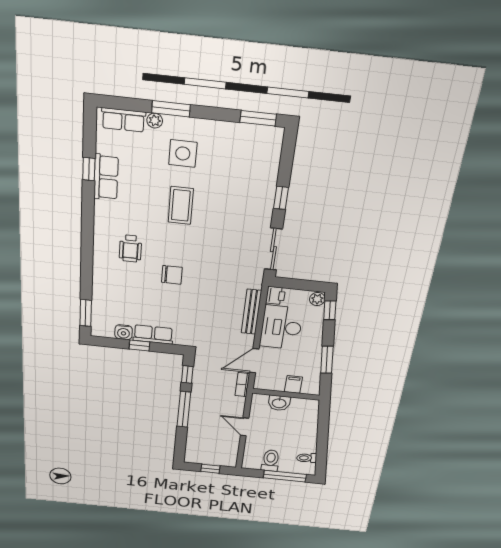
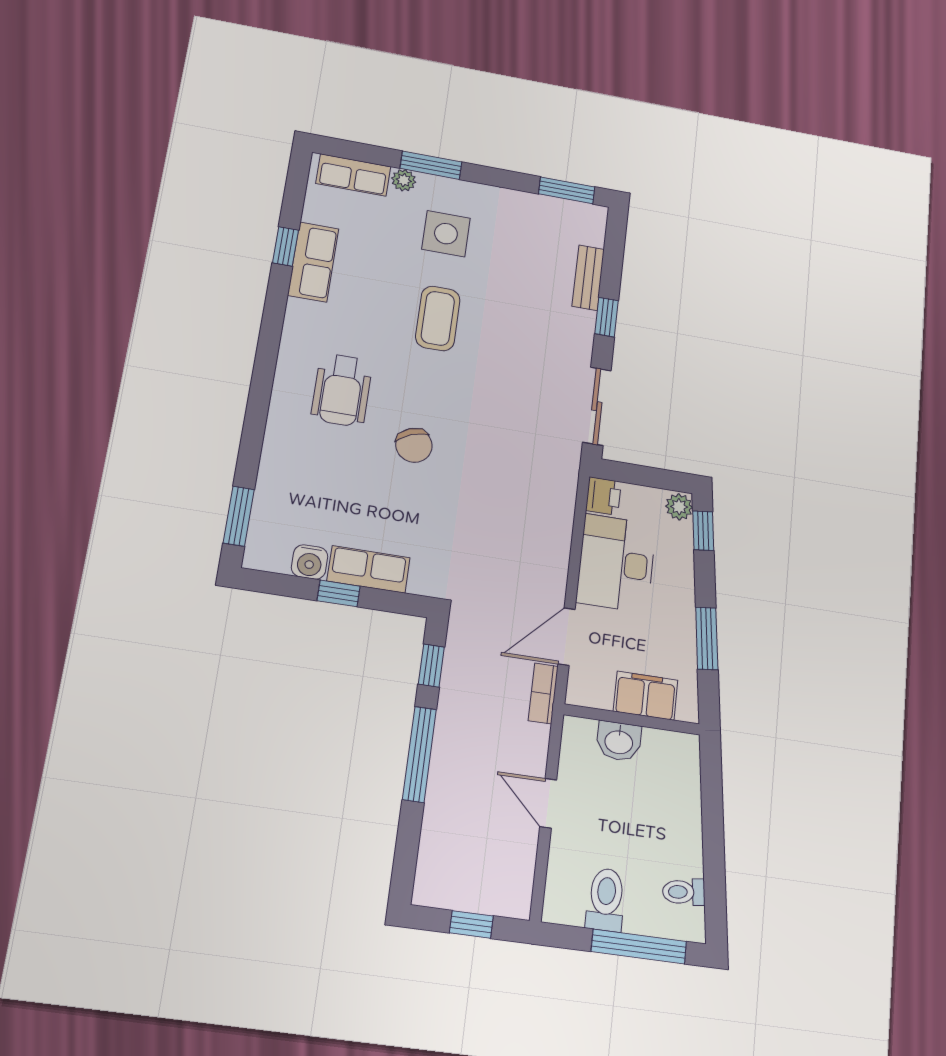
wheelchair: (130, 248) -> (342, 390), width x1.36, depth x1.37
chair: (172, 275) -> (414, 445), turned 68
bench: (251, 312) -> (588, 278), moved, width x0.73
filing cabinet: (293, 384) -> (646, 696), width x2.00

